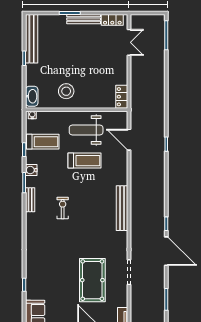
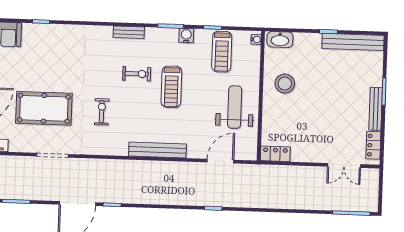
treadmill: (85, 161) -> (171, 87), moved
bench: (30, 200) -> (129, 32), moved
bench: (122, 208) -> (157, 150), moved
exercise bike: (93, 234) -> (102, 112), added

